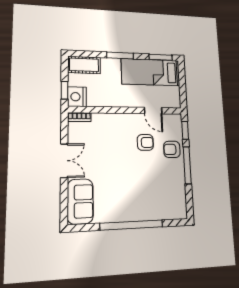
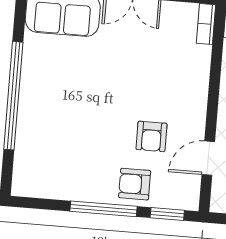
armchair: (172, 149) -> (135, 184), turned -90

